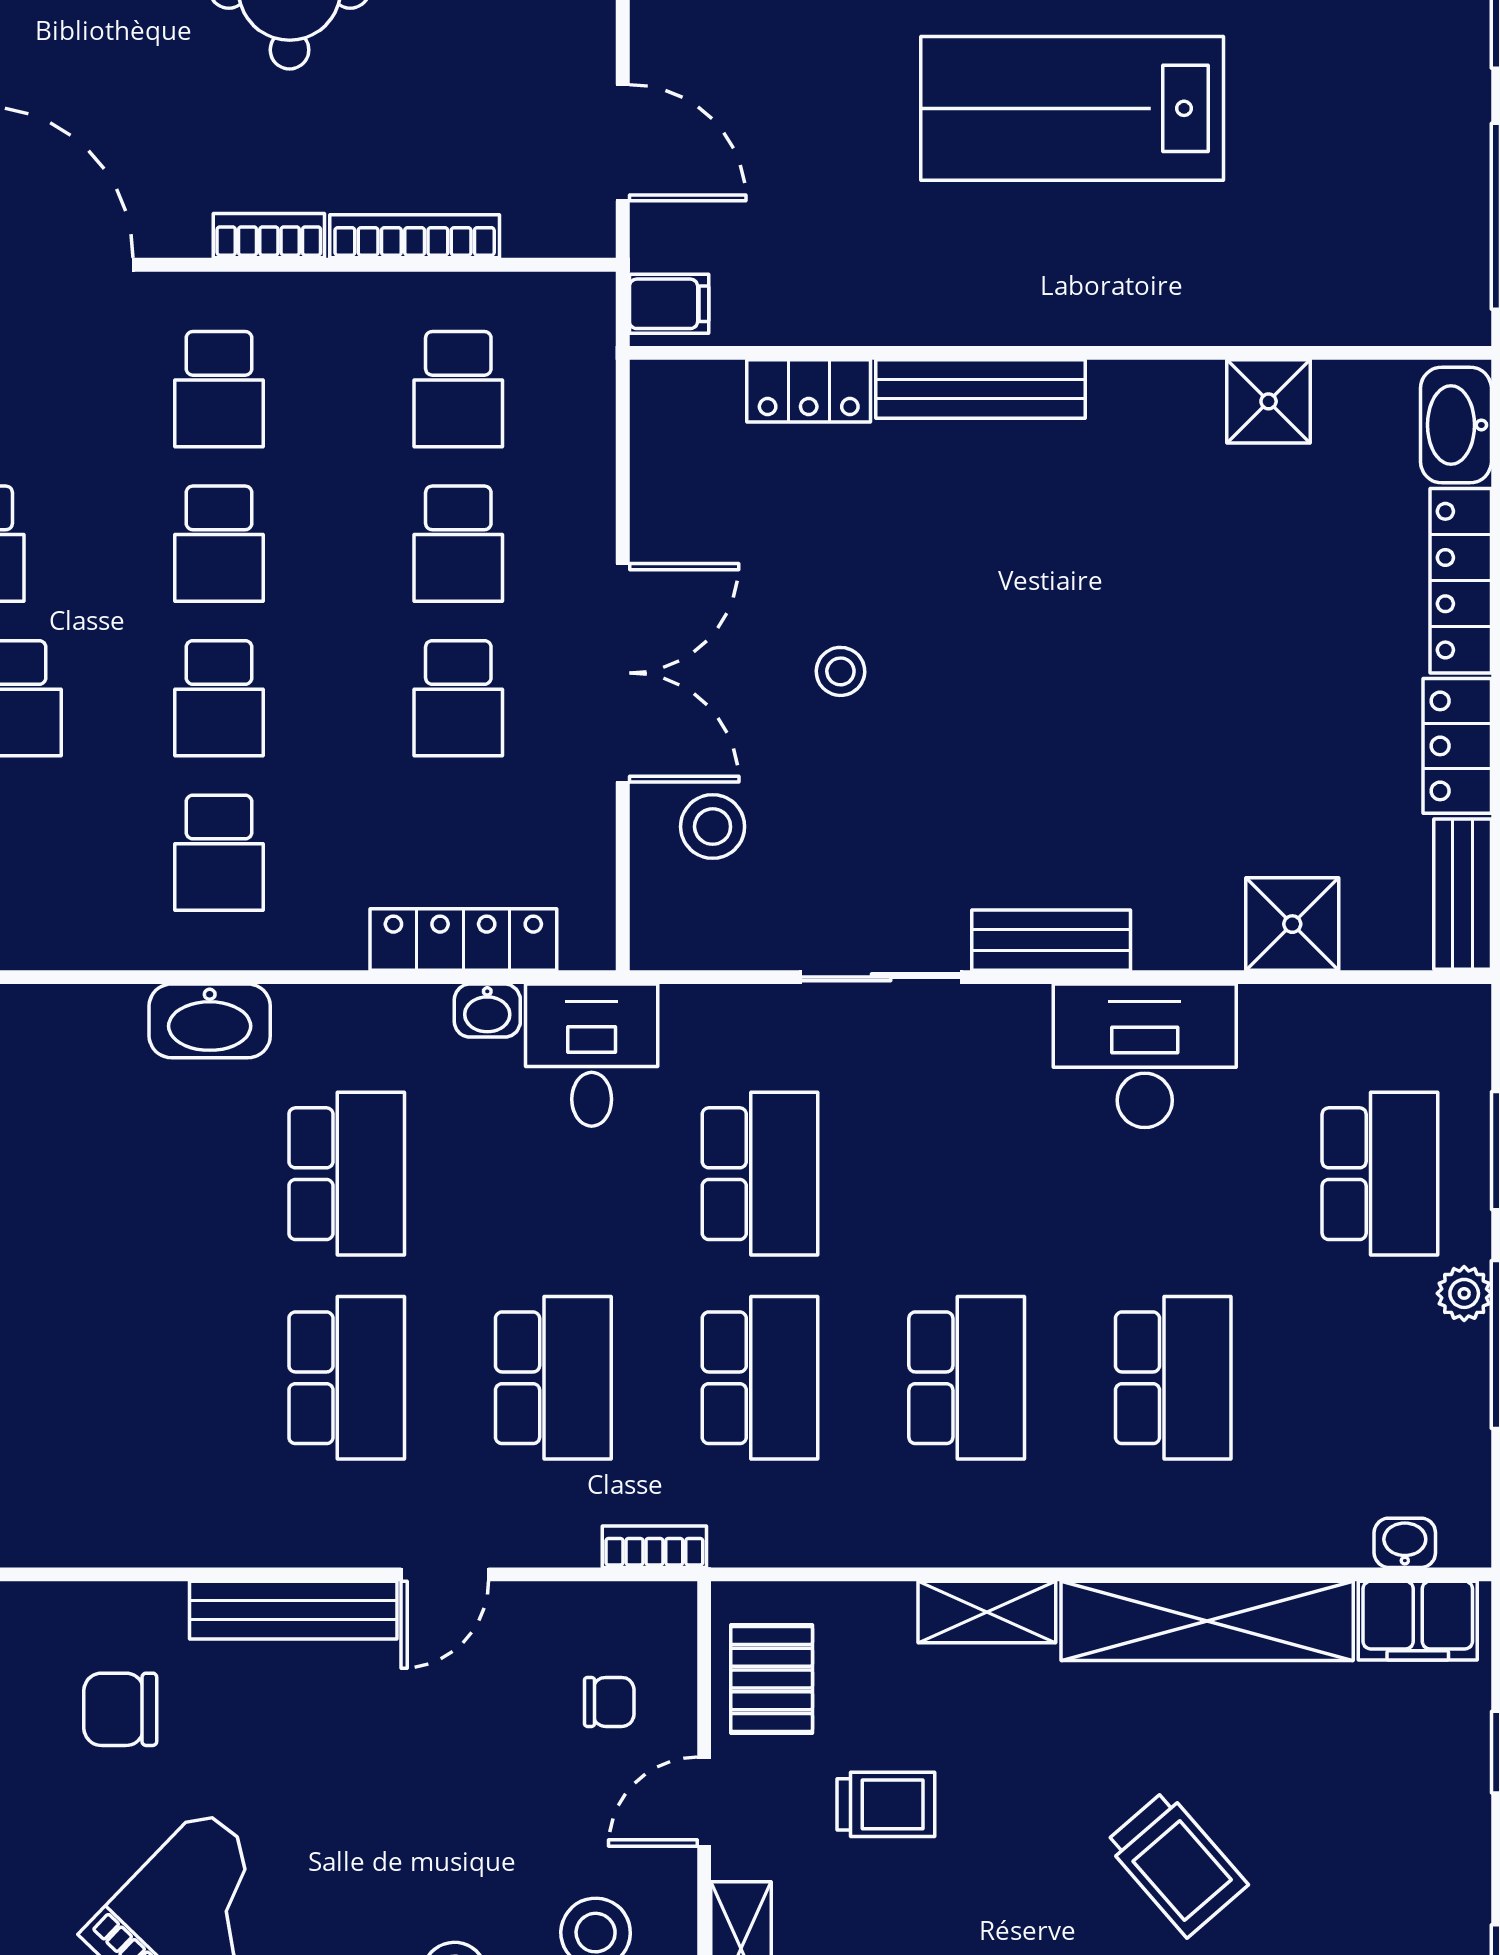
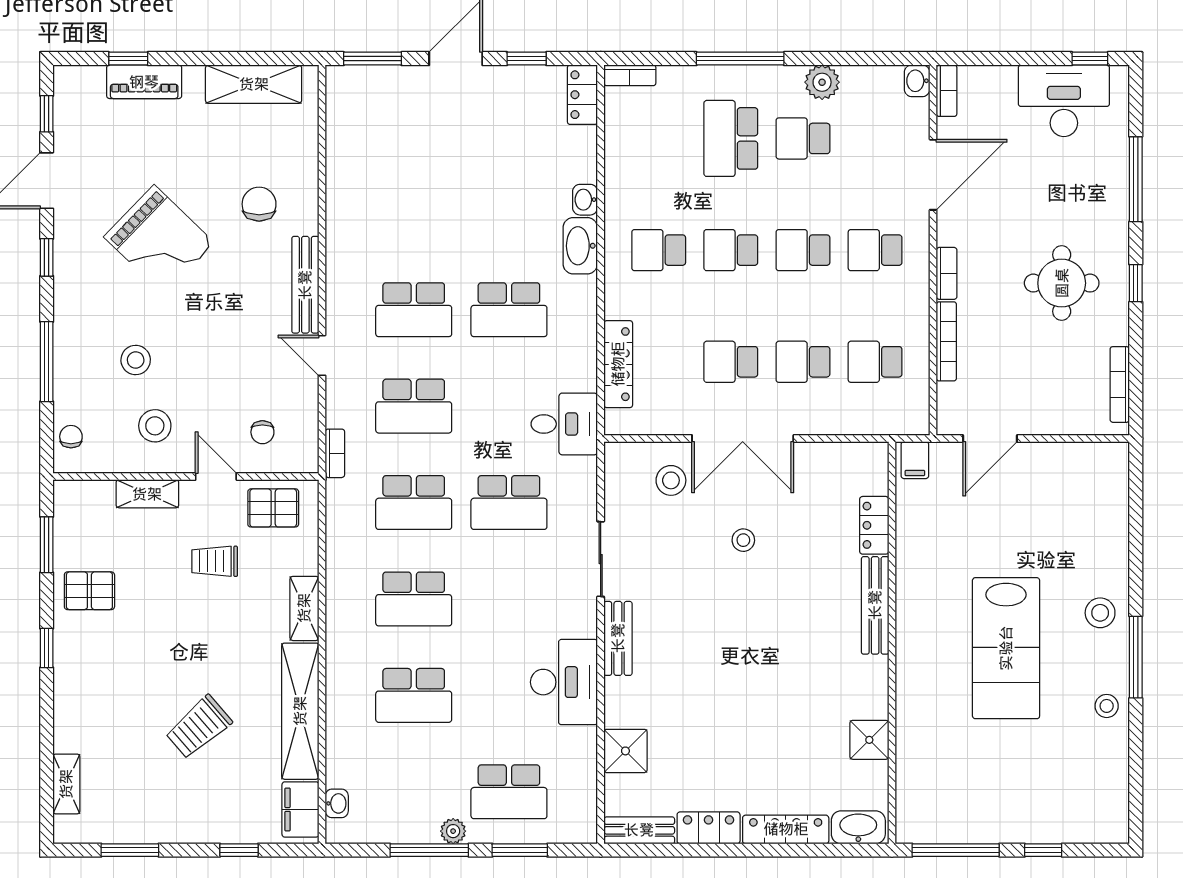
lab bench: (1072, 108) -> (1006, 648), turned 180
washbasin: (487, 1011) -> (585, 200), moved
trolley: (886, 1804) -> (215, 561), turned 90
trolley: (1176, 1864) -> (199, 727), moved

